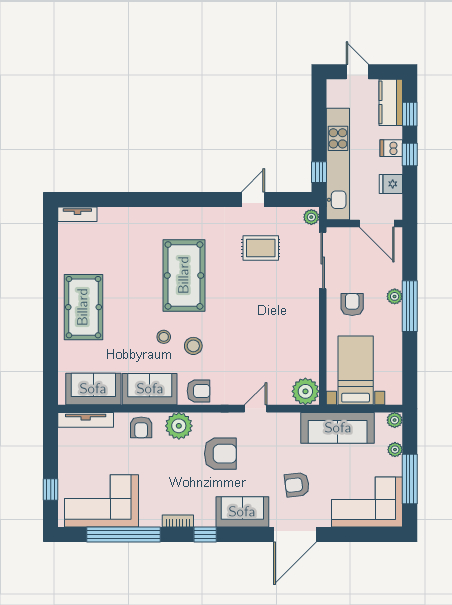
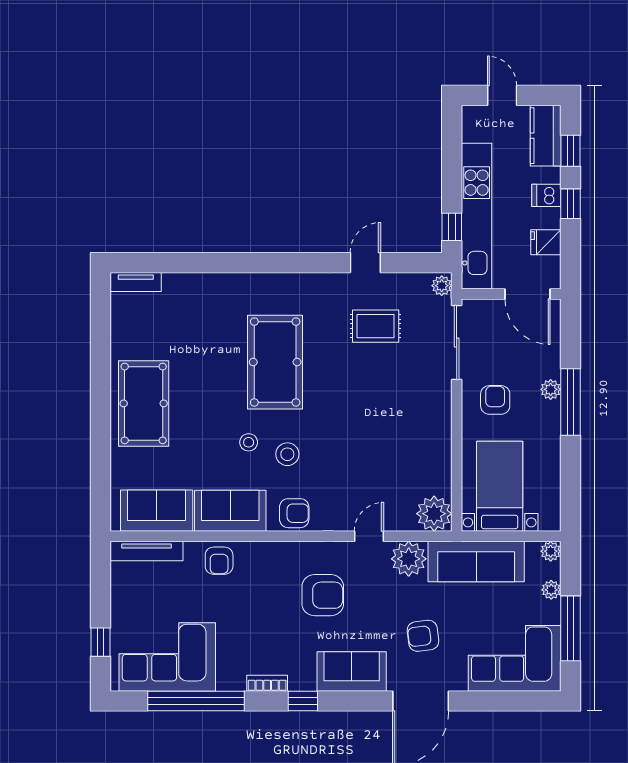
plant: (179, 426) -> (409, 559), moved

